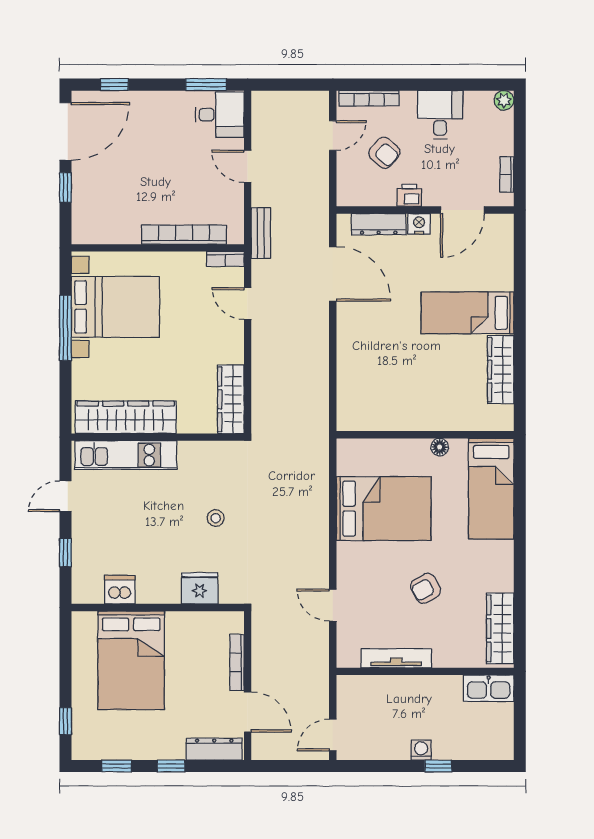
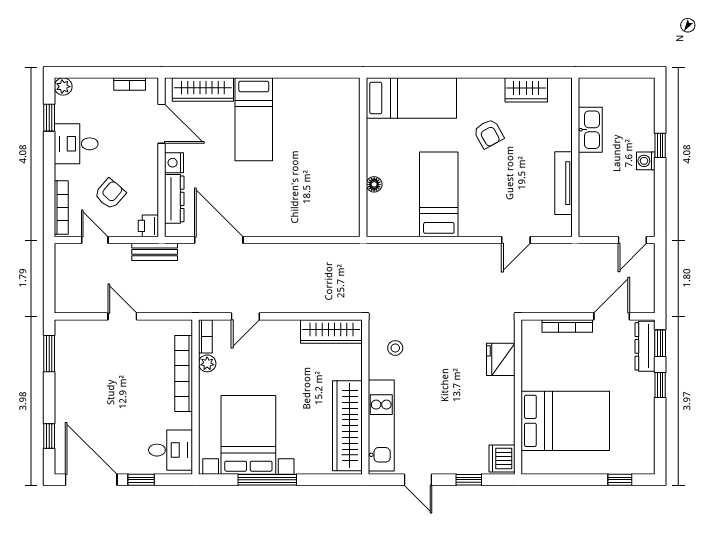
window: (469, 85) -> (49, 118), added
desk: (220, 115) -> (170, 450), moved, turned 90
door: (248, 166) -> (122, 316), swing flipped
printer: (409, 195) -> (148, 226), moved
bench: (261, 233) -> (155, 252), moved
plant: (195, 261) -> (207, 363), added
door: (333, 274) -> (219, 240), hinge flipped
wardrobe: (501, 370) -> (203, 90), moved
floor lamp: (440, 447) -> (374, 184), moved
bed: (384, 509) -> (439, 194), width x0.67
stool: (216, 518) -> (395, 348), moved
armchair: (426, 588) -> (489, 134), moved
dishwasher: (120, 590) -> (502, 458), moved
wardrobe: (500, 628) -> (526, 90), width x0.67
kitchen sink: (489, 688) -> (590, 130), moved
door: (333, 735) -> (632, 240), hinge flipped
window: (117, 766) -> (660, 343), moved

